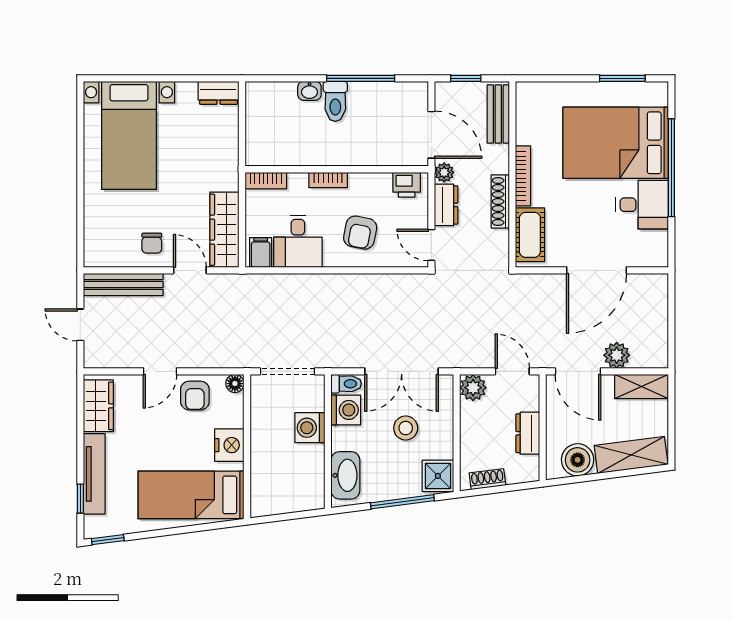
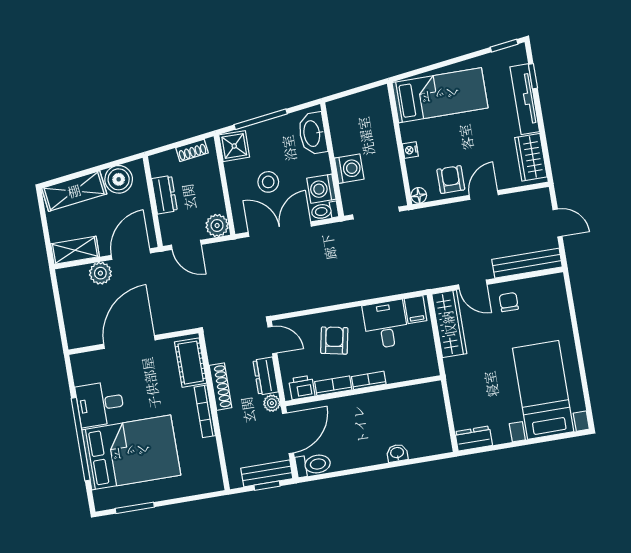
window: (361, 78) -> (356, 471), removed
toilet: (335, 101) -> (313, 465), moved, turned 90
bench: (498, 114) -> (267, 473), moved, turned 90
door: (431, 135) -> (288, 433), swing flipped
bookcase: (266, 181) -> (333, 386), moved
door: (578, 371) -> (131, 254), hinge flipped
nightstand: (229, 445) -> (410, 150), width x0.53, depth x0.56

